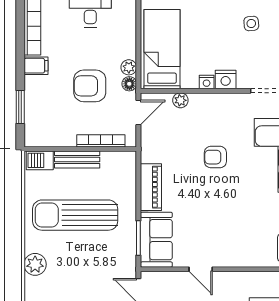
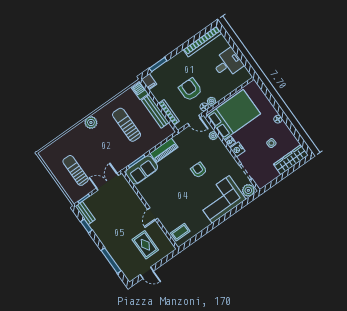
bed: (162, 49) -> (234, 115), width x1.50
filing cabinet: (36, 66) -> (149, 82), moved
bench: (77, 160) -> (155, 111), width x1.36
sun lounger: (75, 215) -> (127, 125), width x0.73, depth x0.75
door: (201, 269) -> (153, 214), moved

